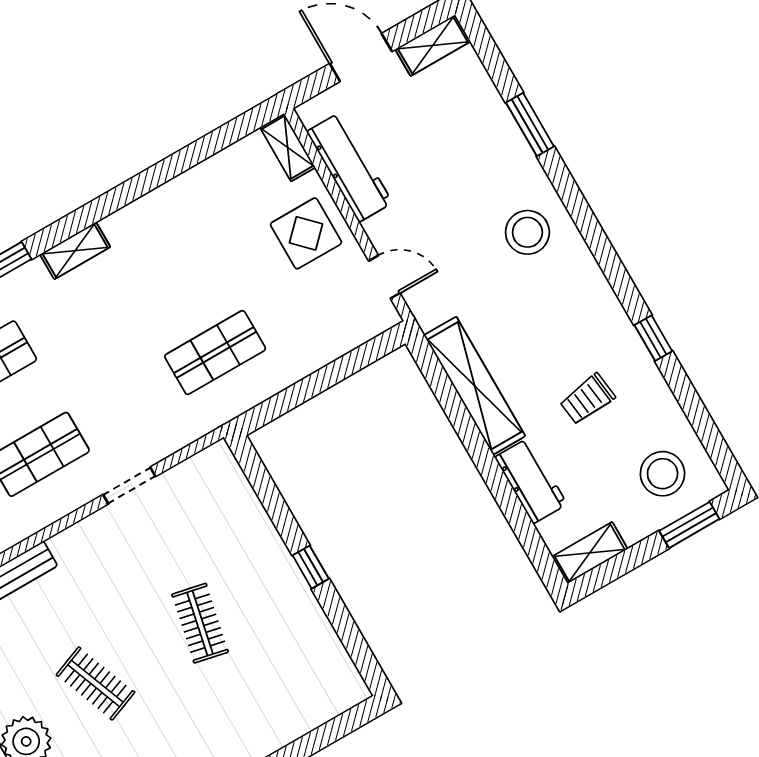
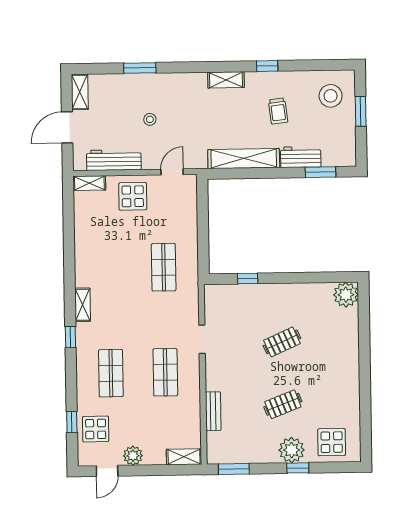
stool: (527, 232) -> (150, 119), moved, width x0.53, depth x0.53
window: (689, 525) -> (361, 111), moved
window: (524, 528) -> (320, 172), added
shelving: (590, 553) -> (226, 80), moved, turned 90
window: (311, 567) -> (248, 279), moved
clothes rail: (200, 623) -> (282, 342), turned -36
plant: (340, 687) -> (346, 295), added

